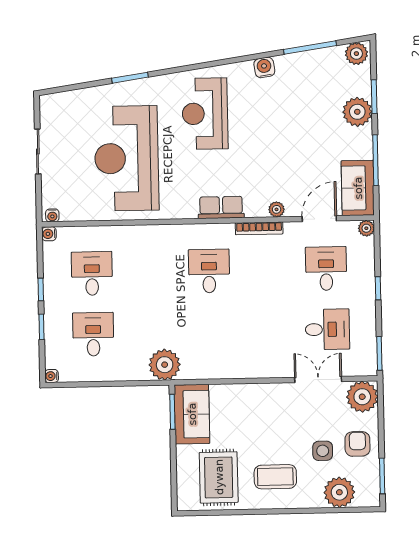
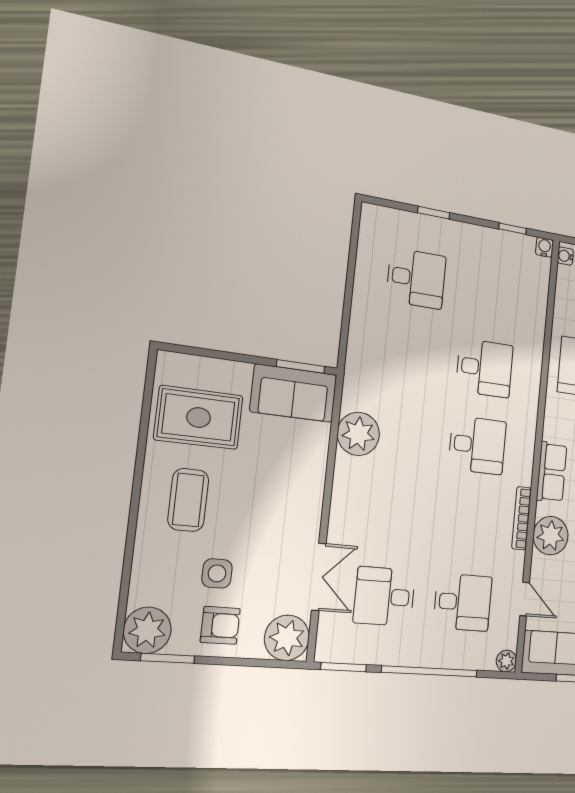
plant: (277, 209) -> (551, 536), width x1.87, depth x1.87
door: (319, 219) -> (525, 599), width x0.73
desk: (92, 273) -> (484, 368), moved
window: (378, 288) -> (430, 671), width x3.17
window: (41, 289) -> (513, 229), moved
desk: (327, 329) -> (385, 596), turned 90
plant: (165, 365) -> (358, 434), moved
water cooler: (52, 376) -> (369, 212), removed
plant: (339, 492) -> (147, 630), moved

